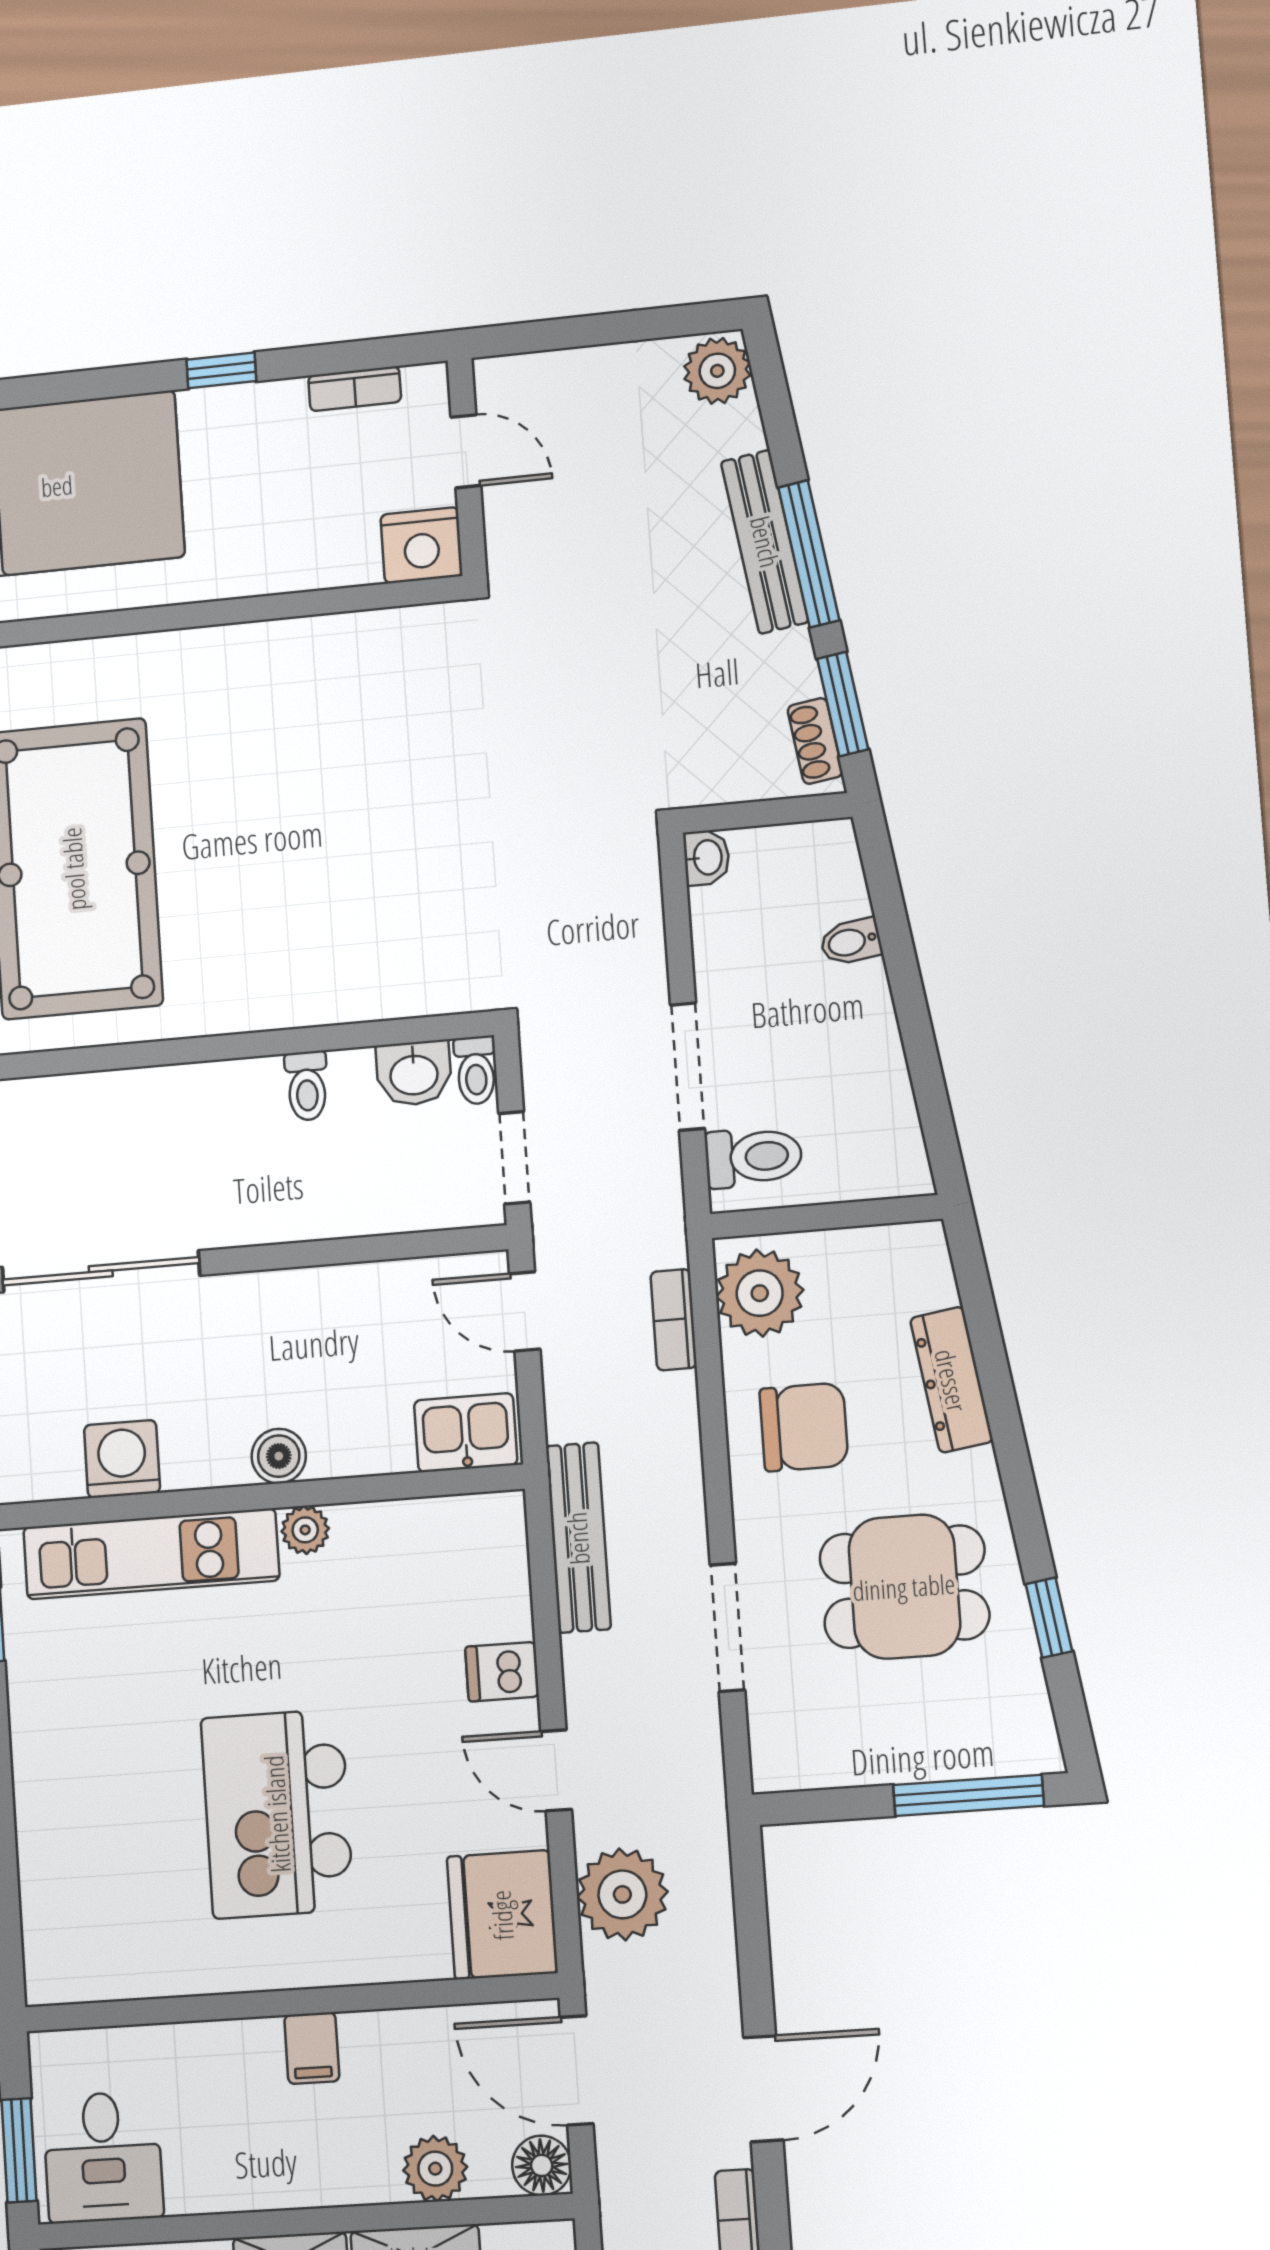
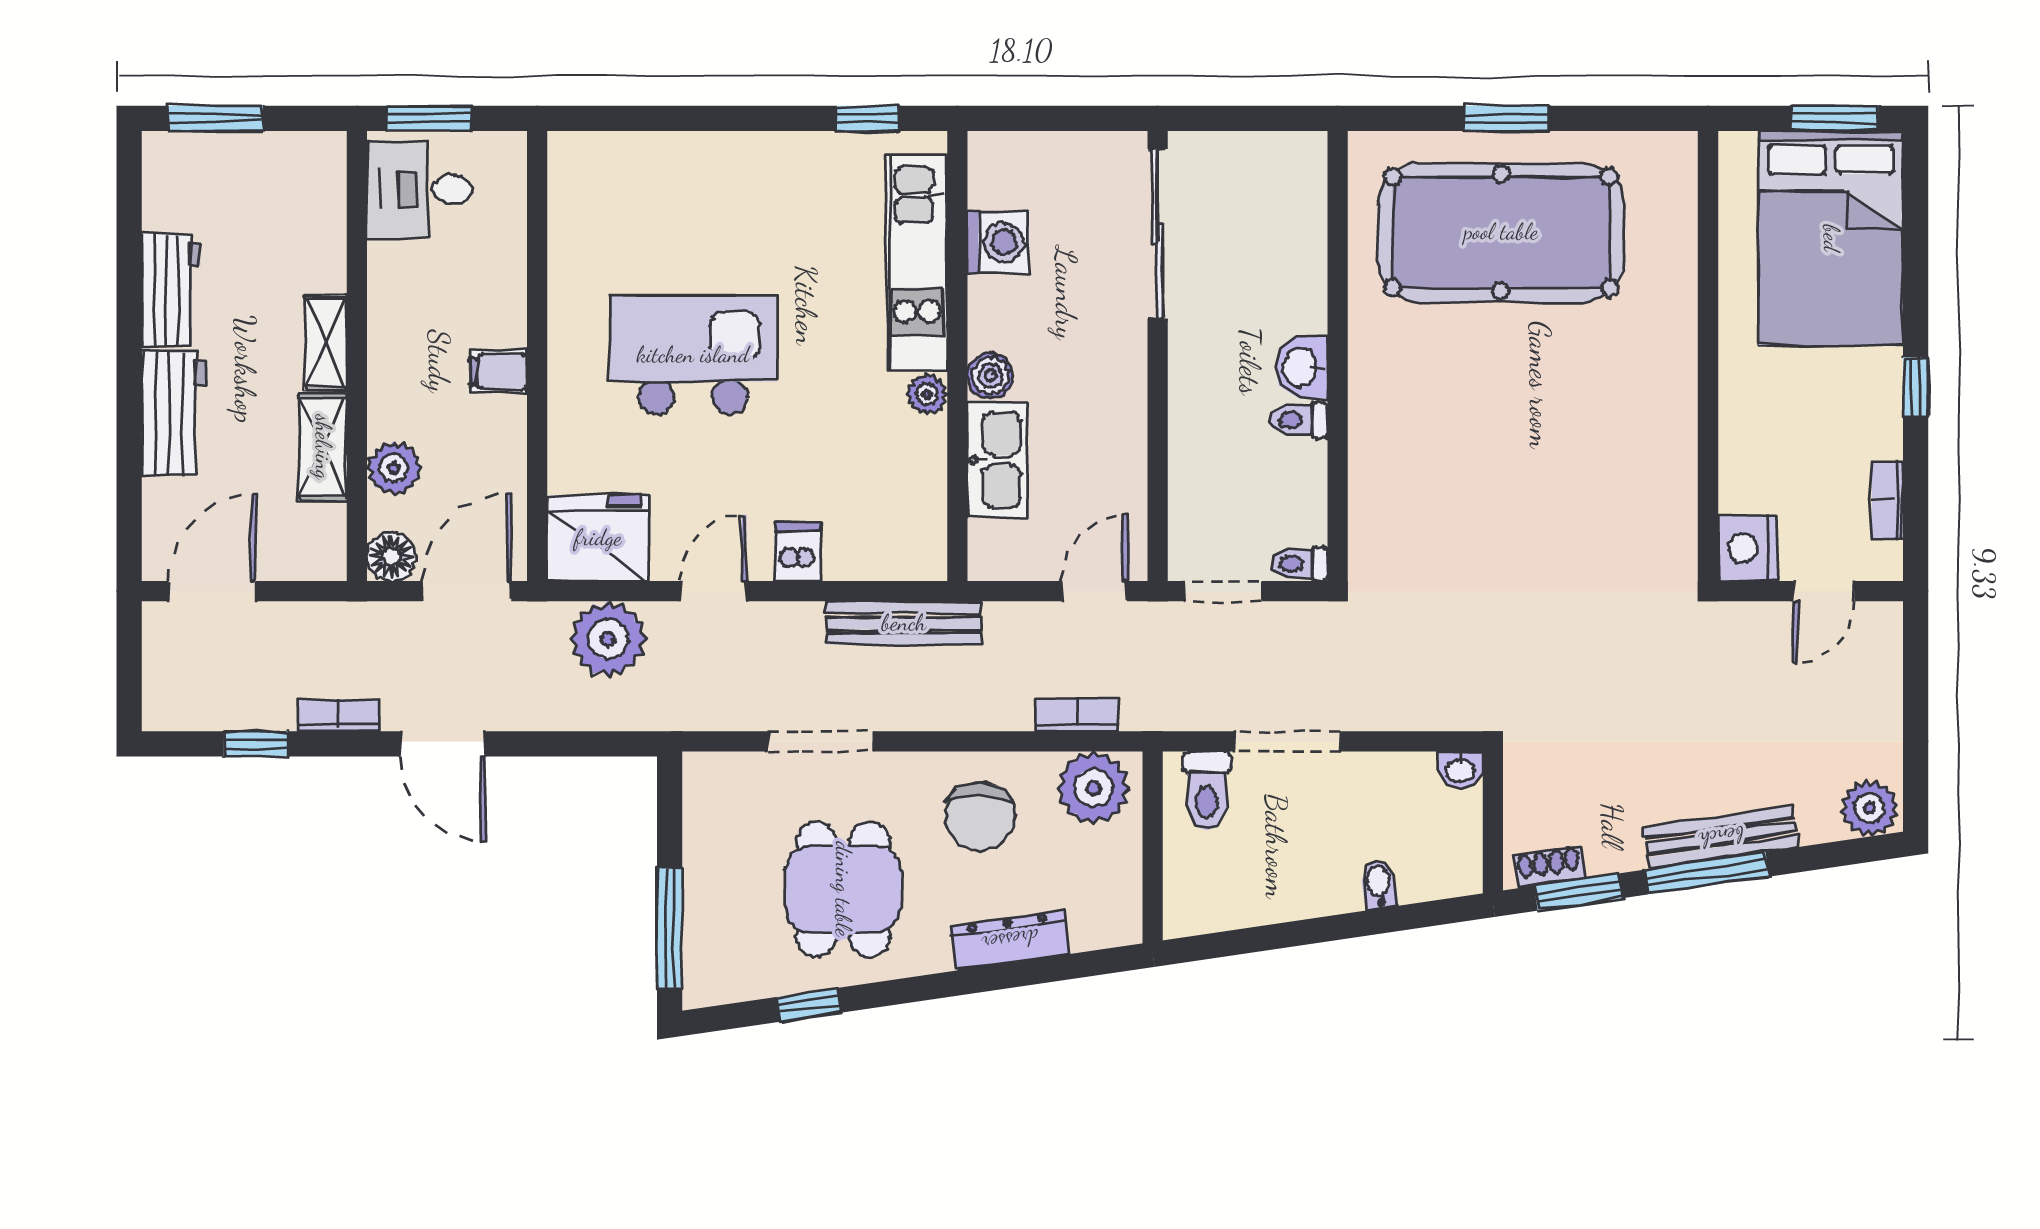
washbasin: (414, 1073) -> (1301, 367), moved
kitchen sink: (466, 1433) -> (998, 460), moved, width x1.38

